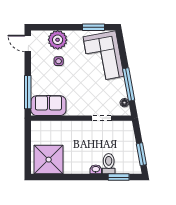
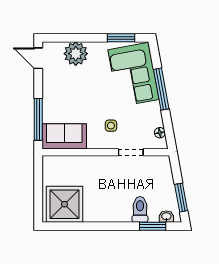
side table: (59, 61) -> (111, 126), moved
window: (129, 84) -> (161, 89), moved
washbasin: (96, 169) -> (166, 217), moved

